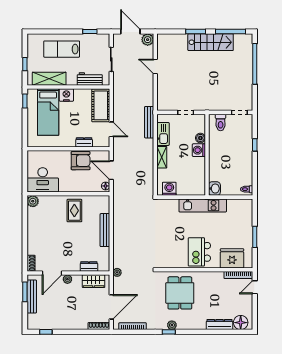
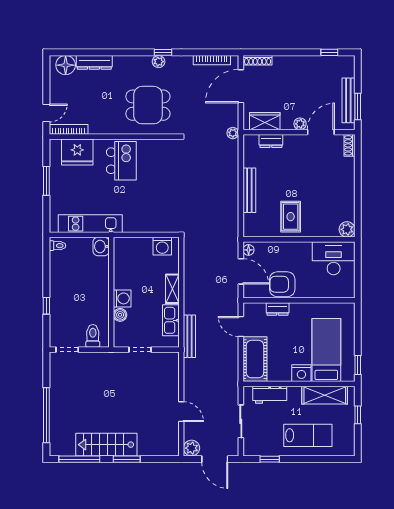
kitchen unit: (203, 205) -> (90, 224), moved
dining table: (180, 293) -> (148, 105), turned 90

